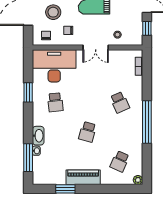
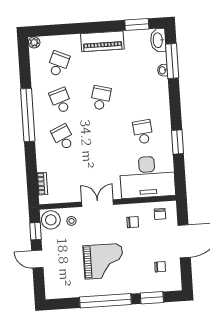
stool: (53, 12) -> (51, 220), moved
school desk: (120, 132) -> (61, 101), added
washbasin: (38, 136) -> (158, 40), moved
window: (65, 189) -> (137, 24), moved

